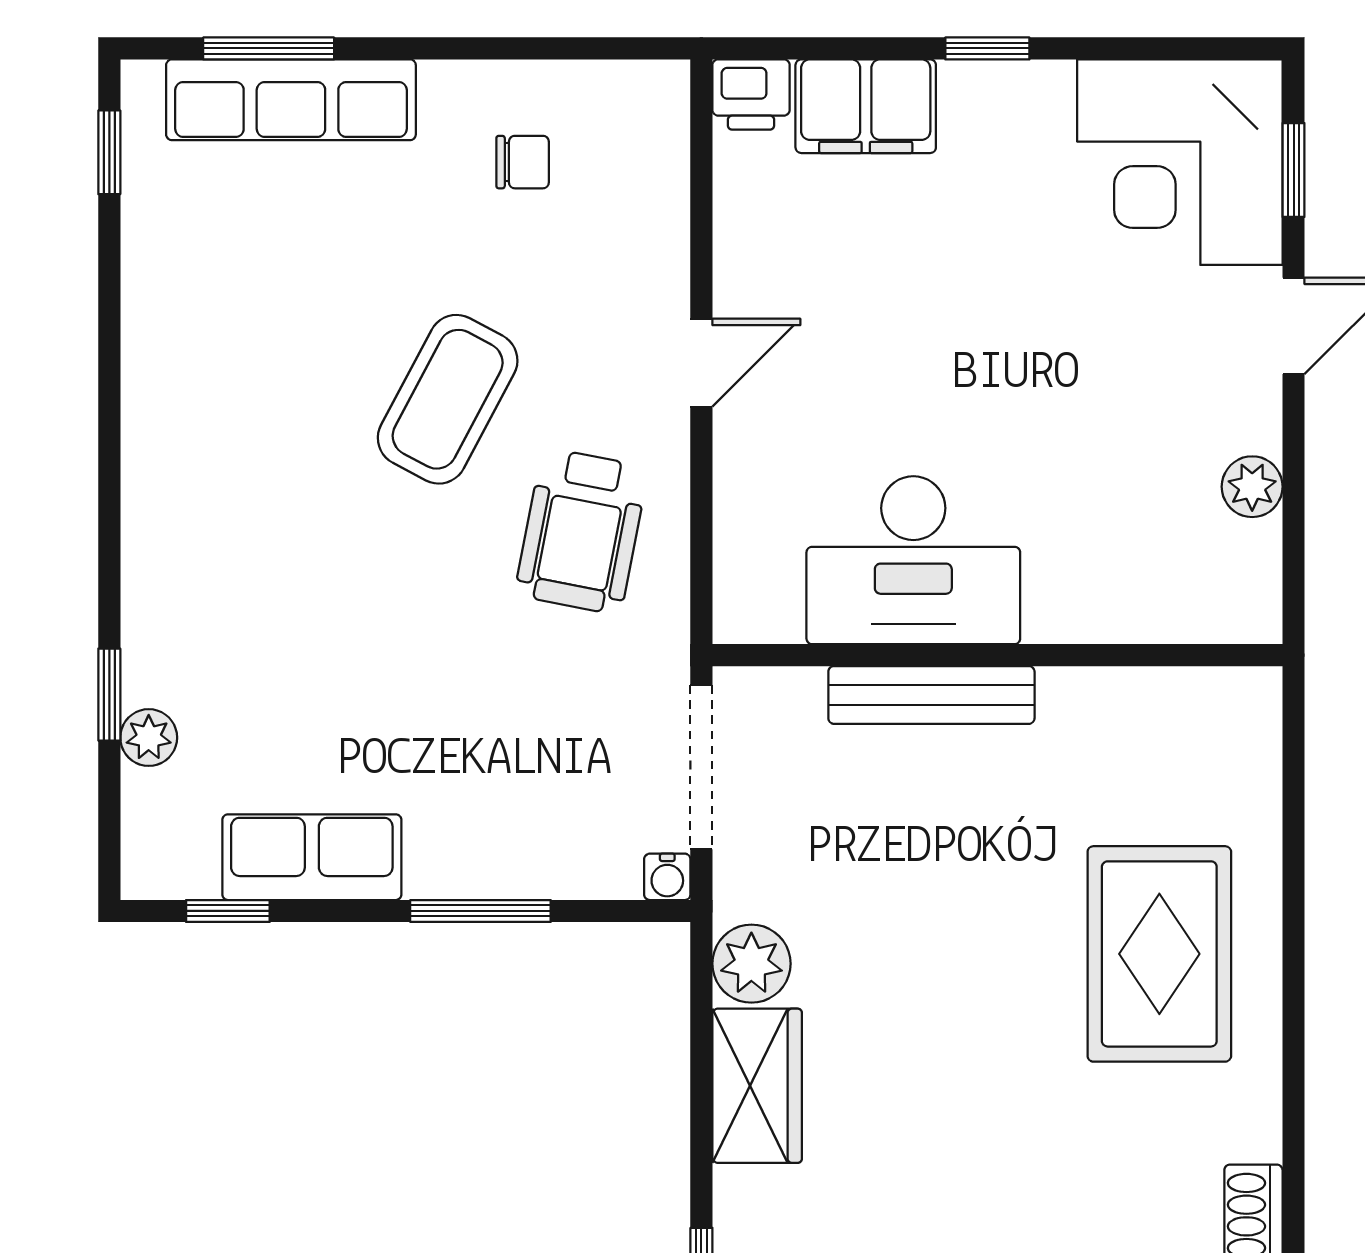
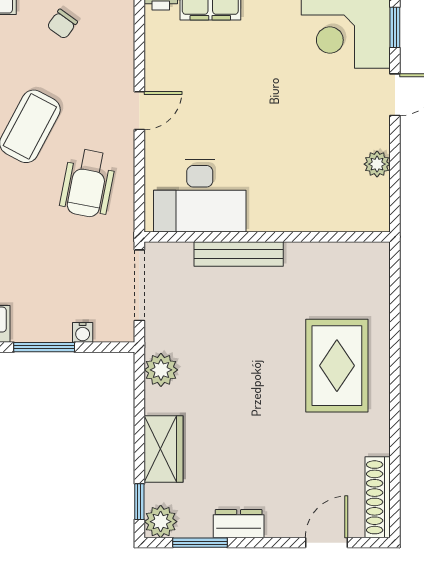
chair: (523, 162) -> (62, 24), turned 126
desk: (913, 560) -> (200, 196), moved
water cooler: (667, 877) -> (83, 332), moved
wardrobe: (757, 1086) -> (163, 449), moved

